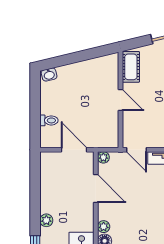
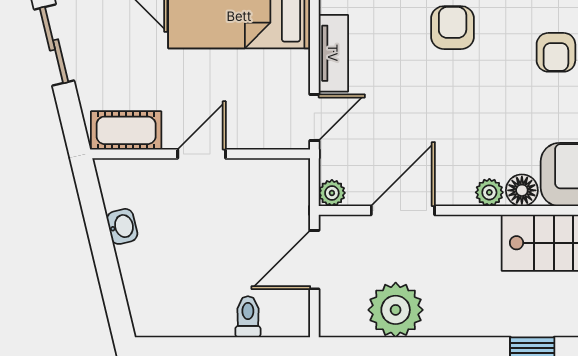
washbasin: (49, 75) -> (122, 226), moved
plant: (46, 220) -> (396, 310), moved, width x1.87, depth x1.87

